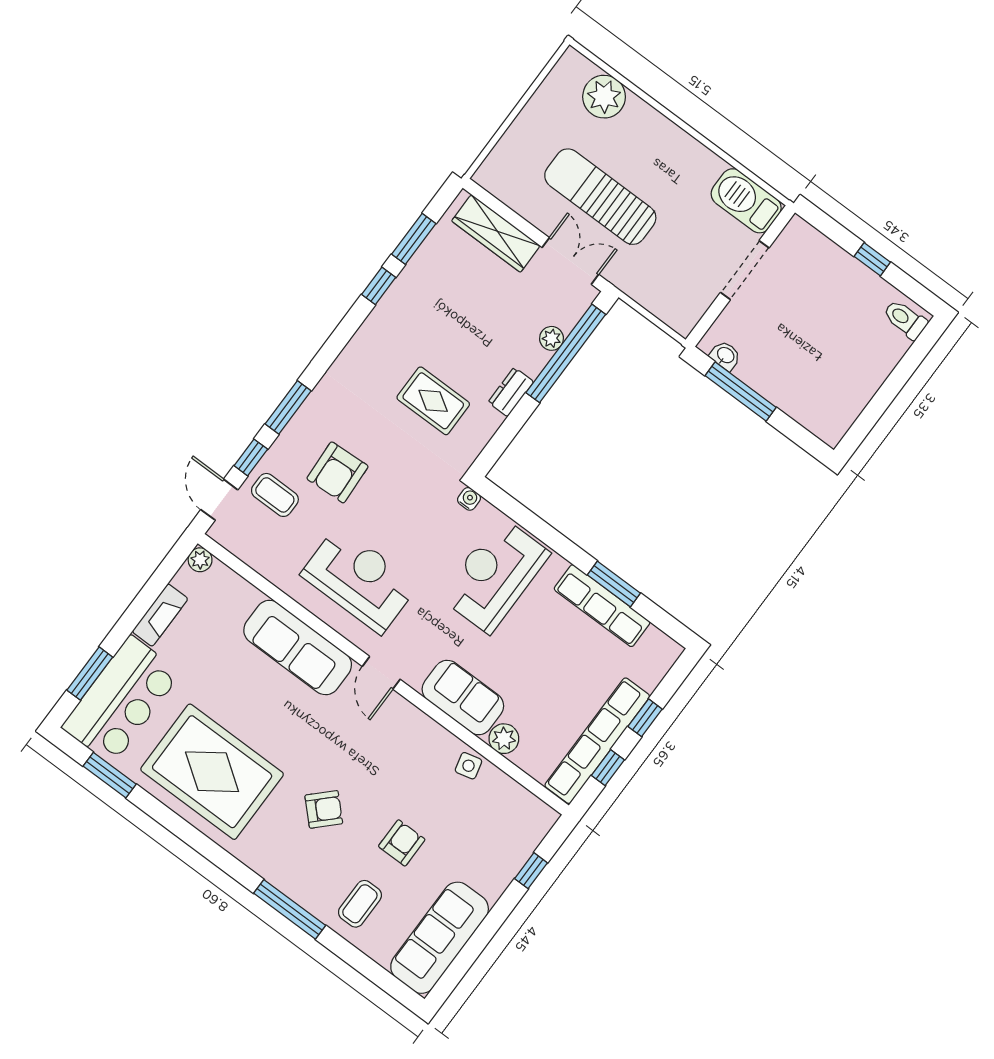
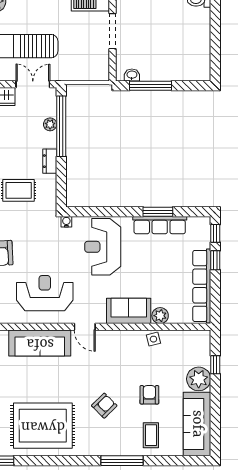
window: (608, 768) -> (215, 233), moved
plant: (491, 873) -> (199, 379), added

